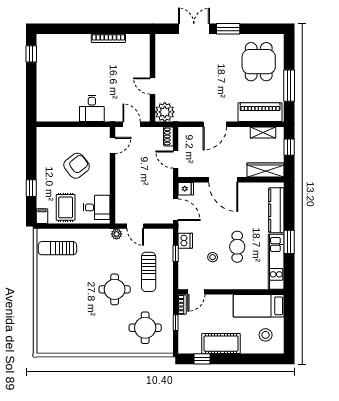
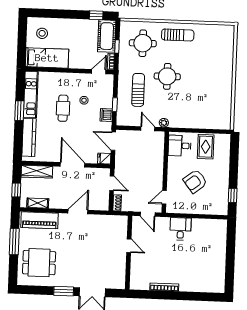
window: (31, 54) -> (229, 277), removed
dining table: (259, 62) -> (39, 263), turned 90
plant: (165, 112) -> (119, 223), removed
window: (31, 188) -> (233, 195), moved
filing cabinet: (42, 216) -> (226, 140), removed
sun lounger: (57, 248) -> (178, 35), moved
cot: (221, 344) -> (107, 36), moved, turned 90

